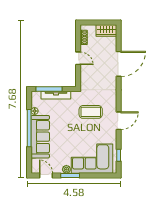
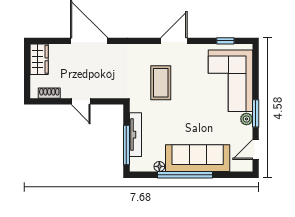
door: (78, 58) -> (81, 101), swing flipped
door: (119, 121) -> (174, 41), hinge flipped

